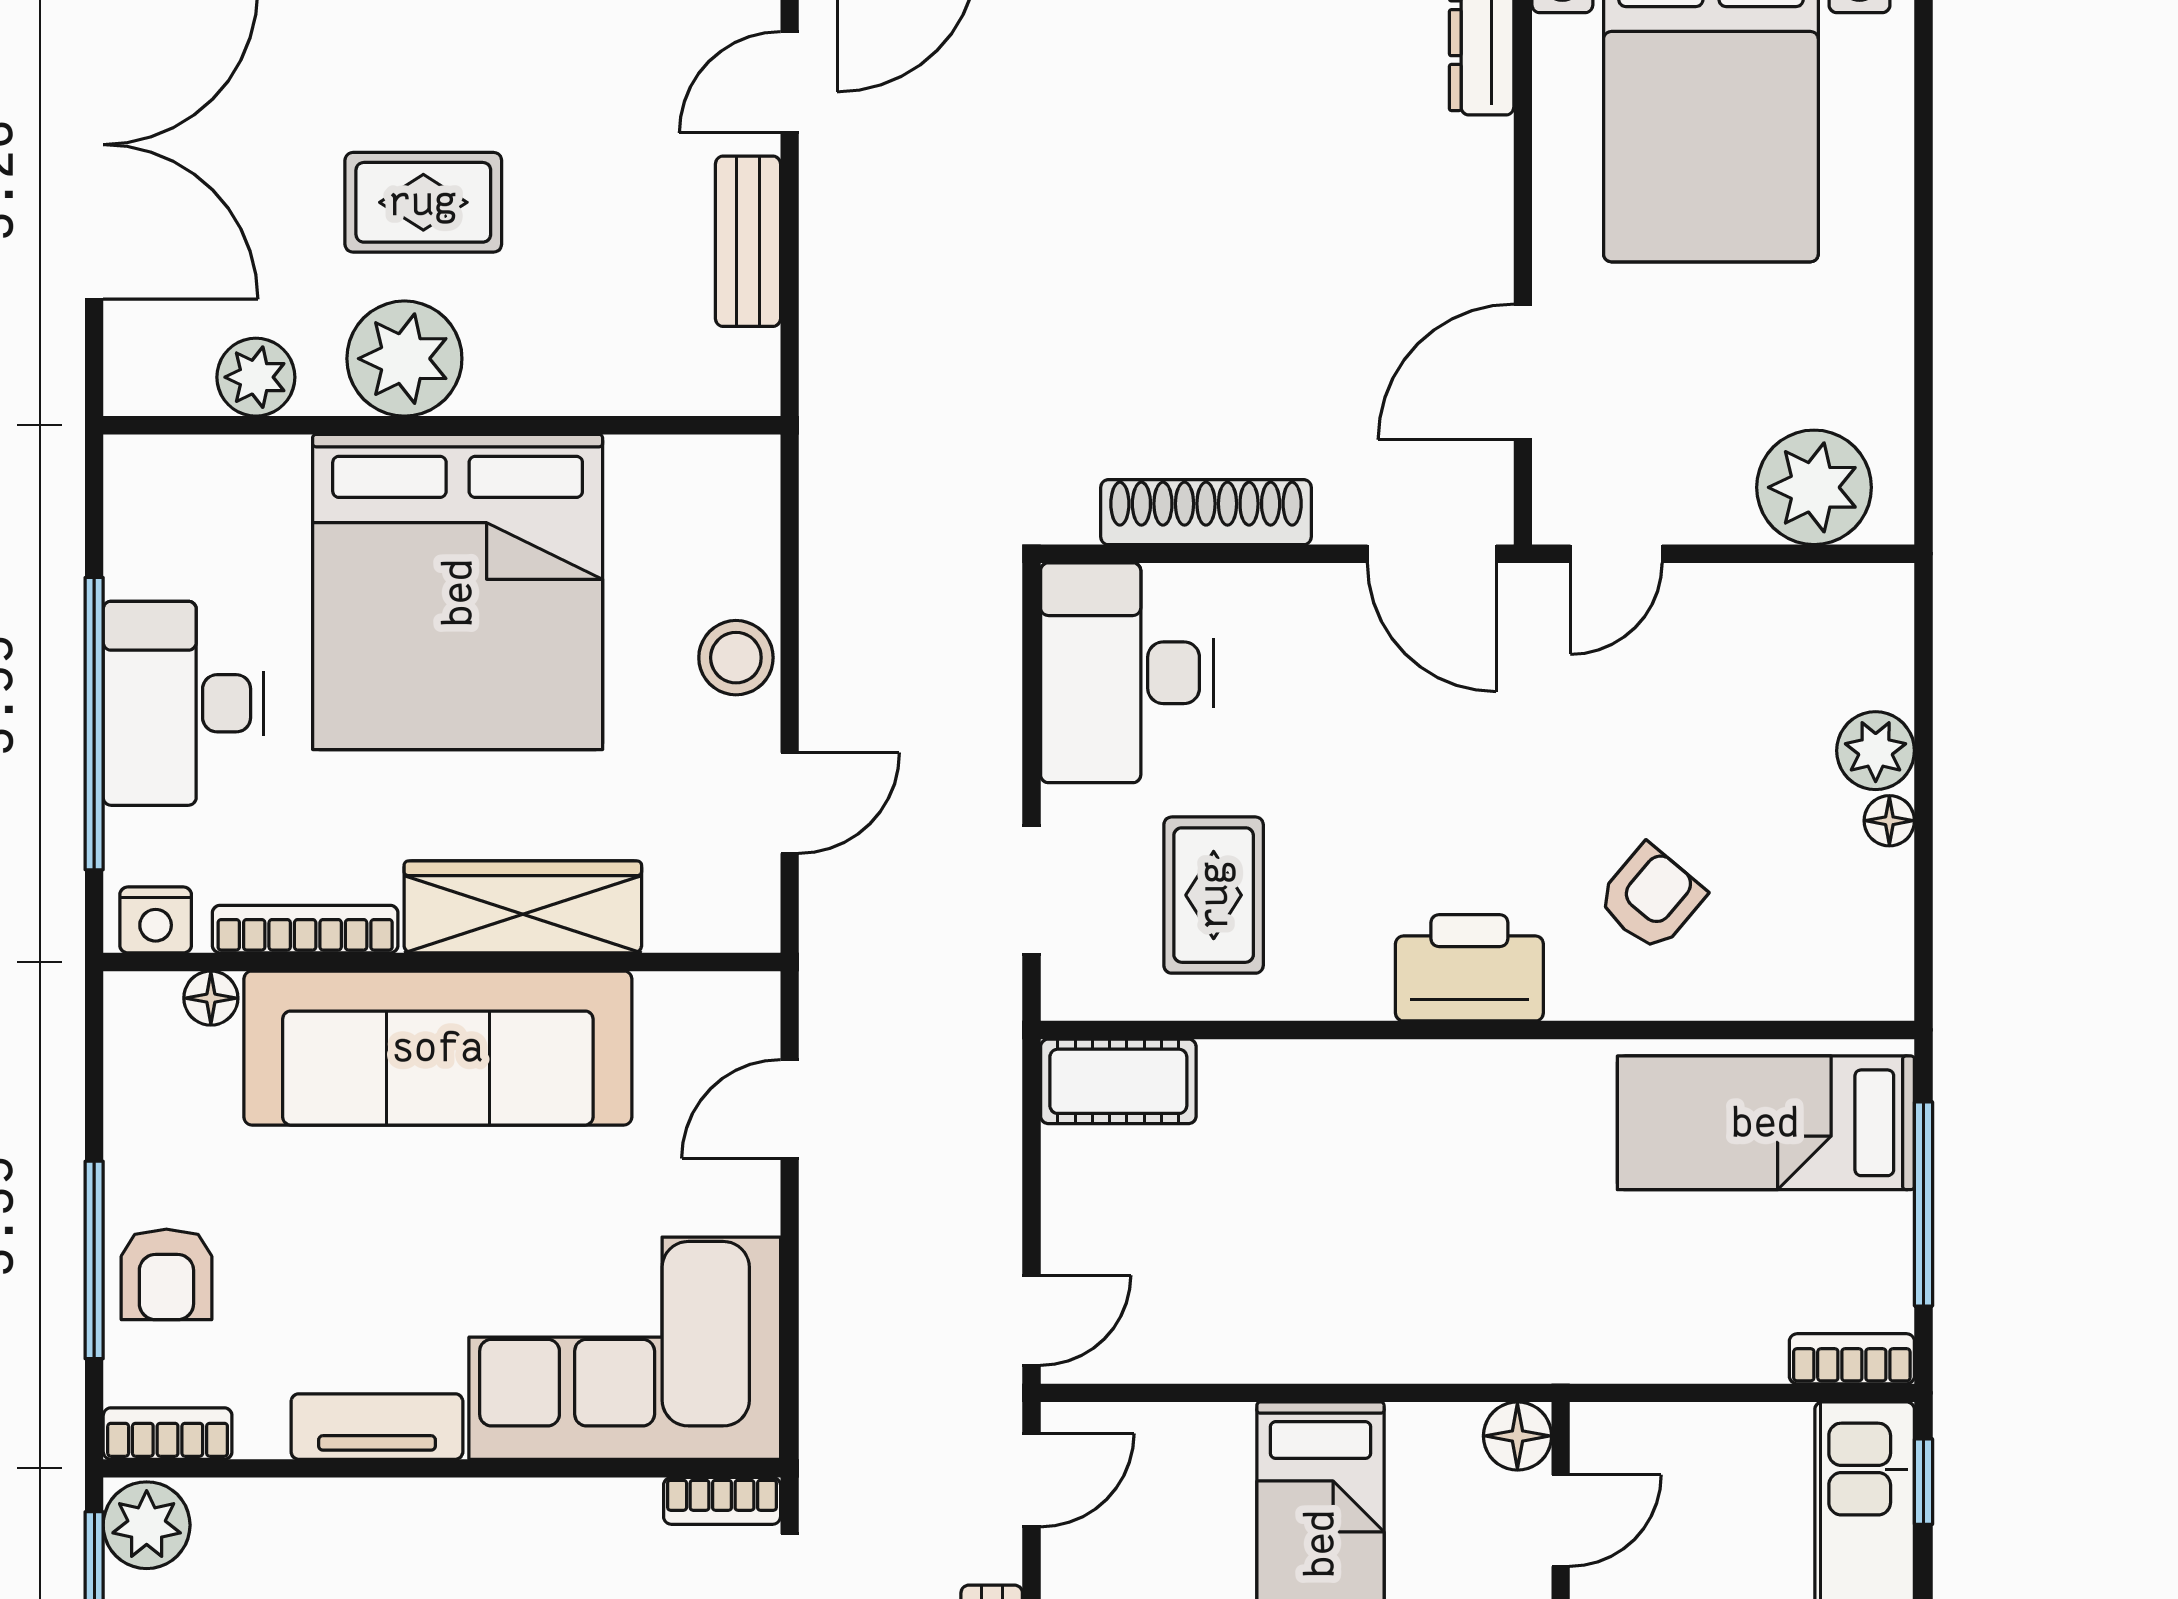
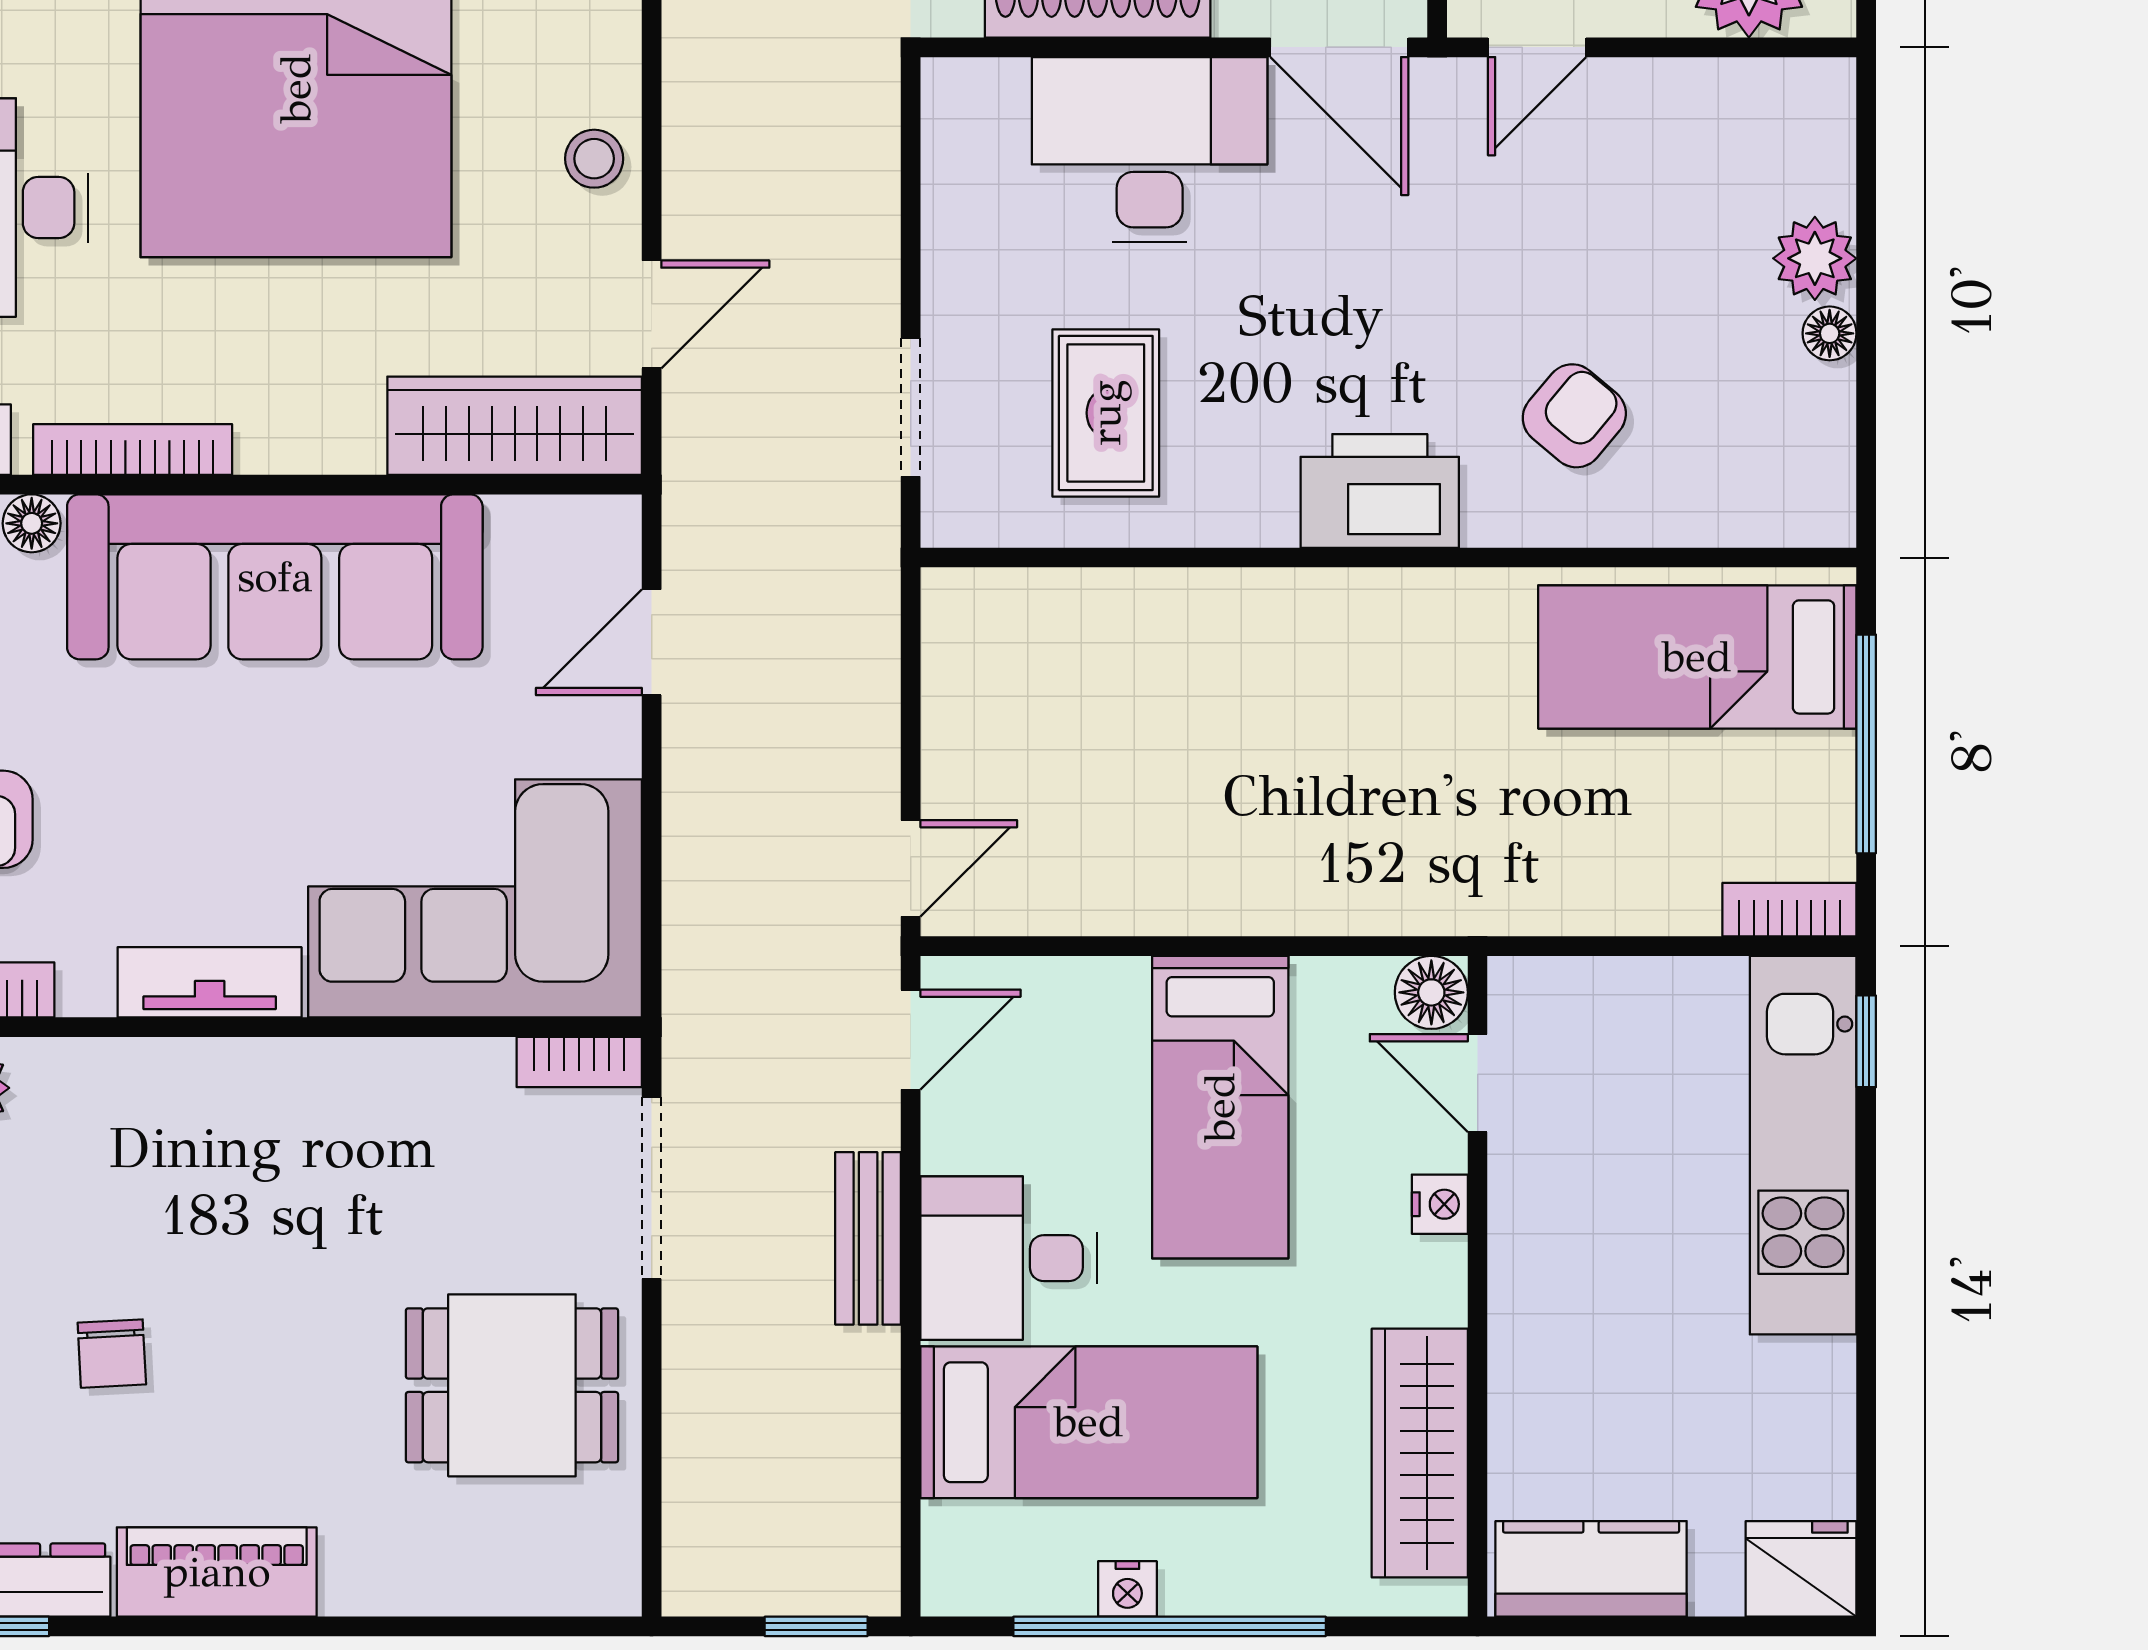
stool: (736, 658) -> (594, 159), width x0.73, depth x0.73
desk: (1127, 673) -> (1150, 150), moved, turned 90
wardrobe: (523, 907) -> (515, 426), moved
cot: (1118, 1081) -> (1004, 613), removed
door: (1561, 1521) -> (1478, 1083), swing flipped

